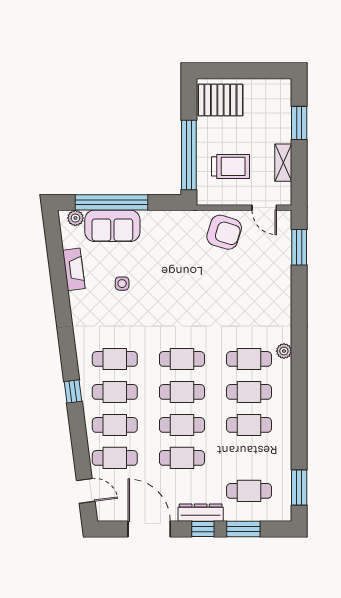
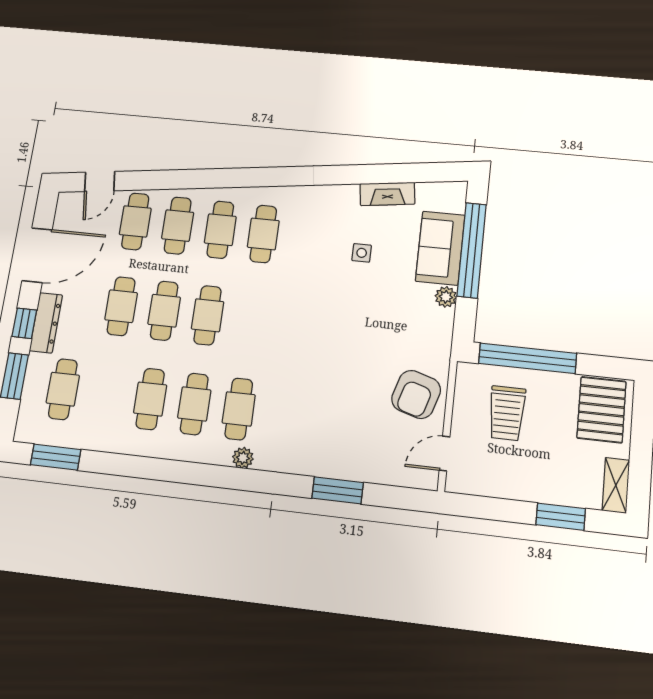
shelving: (283, 163) -> (616, 485), moved, turned 90
plant: (75, 218) -> (446, 297), moved
window: (299, 247) -> (338, 490), moved
cafe table: (182, 359) -> (251, 320), removed
window: (73, 391) -> (229, 178), removed

